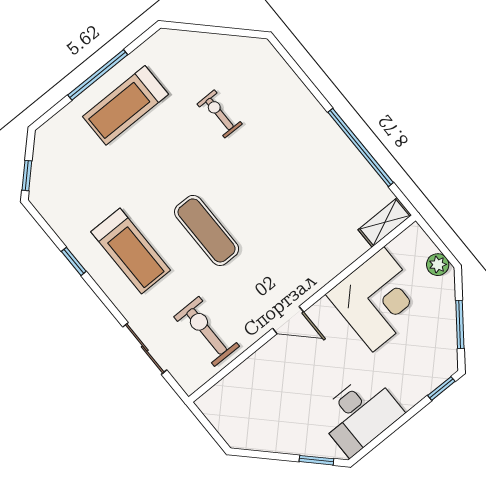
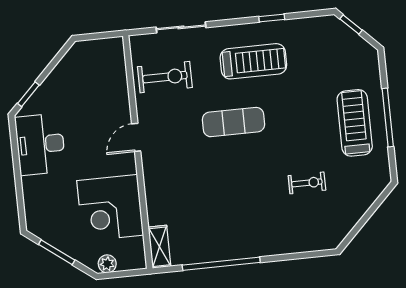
treadmill: (131, 251) -> (253, 61), turned 180
window: (441, 388) -> (21, 211), removed

